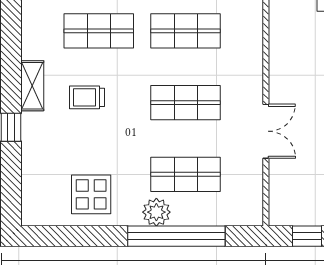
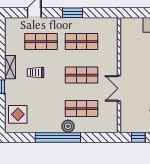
double door: (266, 131) -> (119, 88), swing flipped
display table: (91, 194) -> (18, 114), moved
window: (176, 236) -> (58, 137), moved

